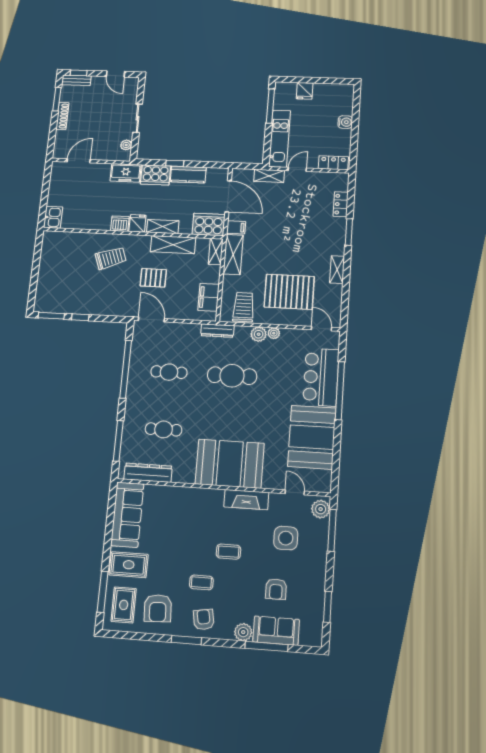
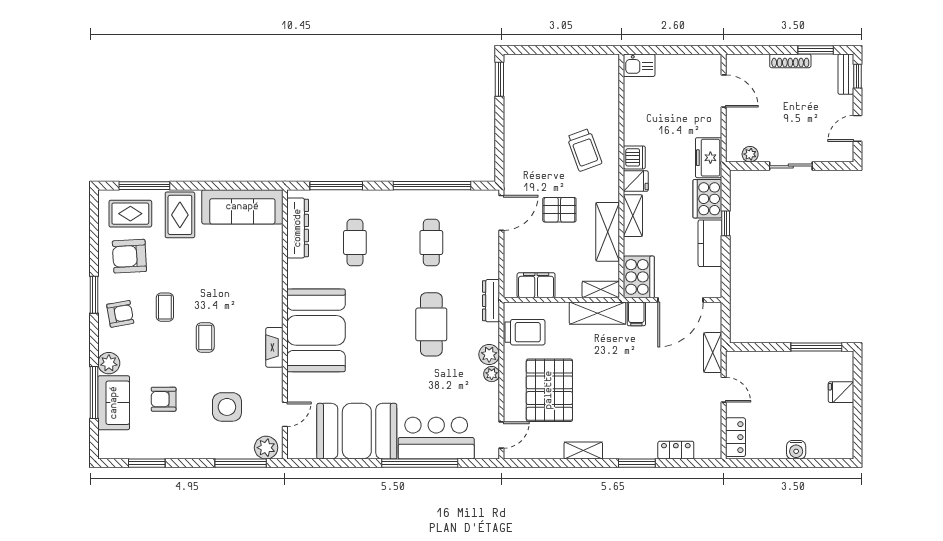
kitchen unit: (280, 139) -> (768, 363), removed
pallet: (153, 278) -> (559, 210), turned 90
window: (80, 317) -> (499, 118), removed
fireplace: (246, 500) -> (274, 347), width x0.73, depth x0.76

